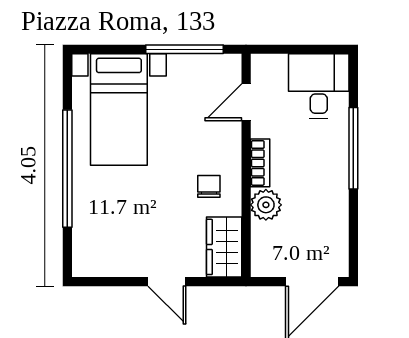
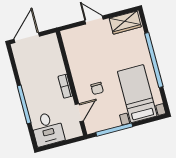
chair: (209, 186) -> (97, 88), moved
plant: (266, 205) -> (58, 68), removed
wardrobe: (224, 247) -> (125, 23), moved, turned 90

